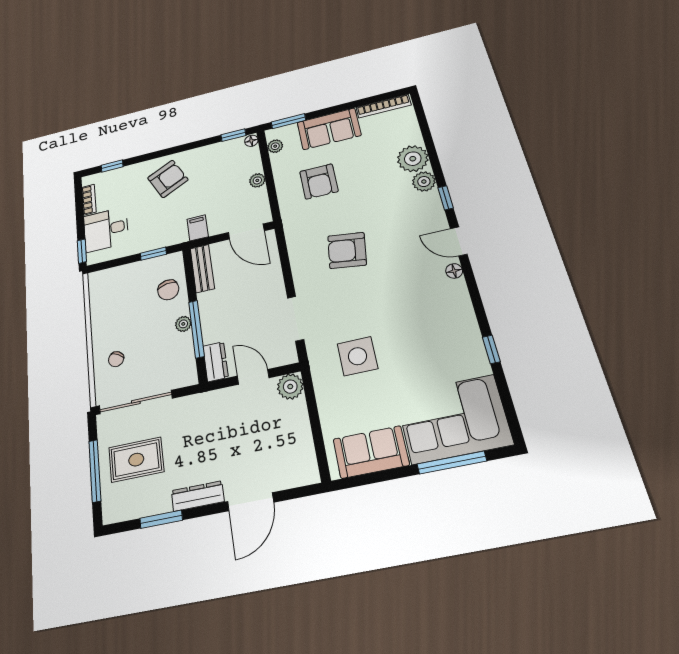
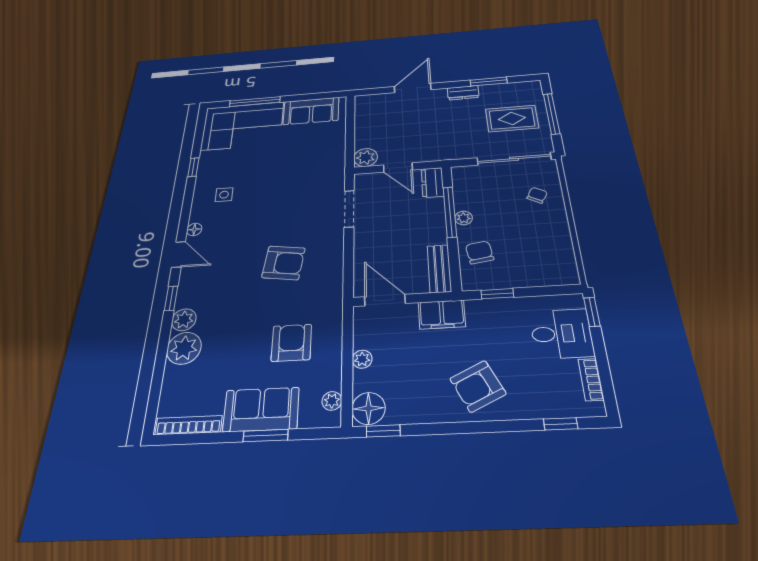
window: (288, 121) -> (266, 436), moved
floor lamp: (251, 141) -> (369, 408), width x1.89, depth x1.89
filing cabinet: (198, 228) -> (442, 314), width x2.00
side table: (357, 356) -> (224, 195), moved, width x0.54, depth x0.54
dresser: (198, 496) -> (463, 93), width x0.70

